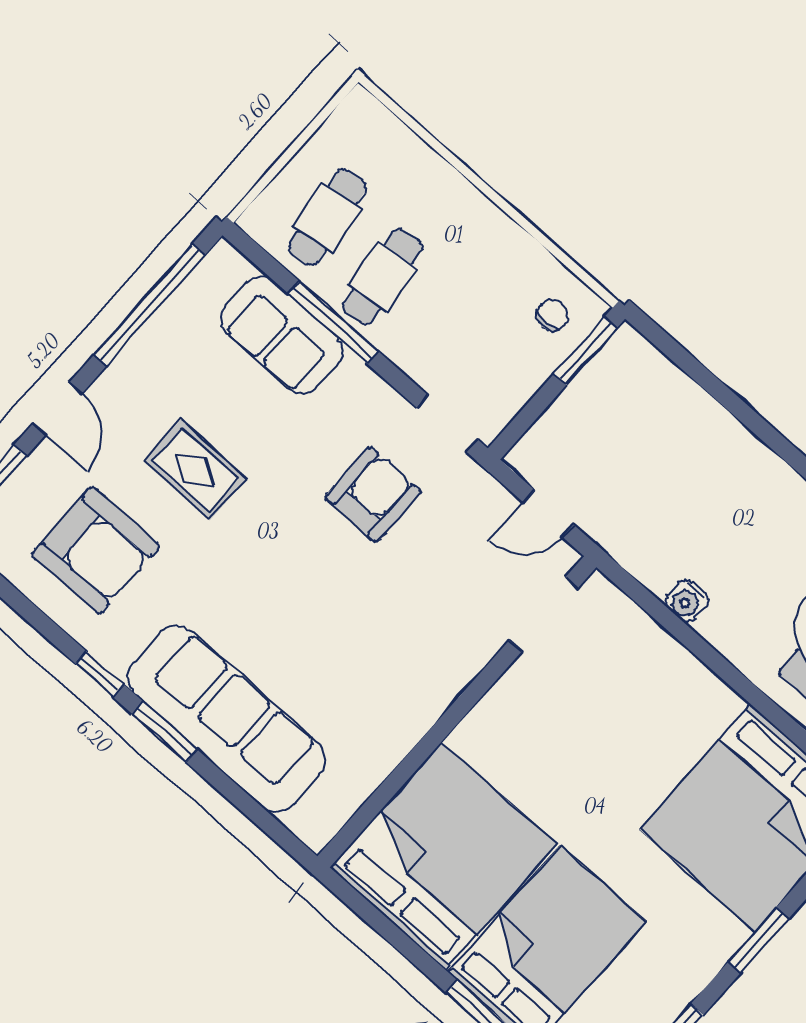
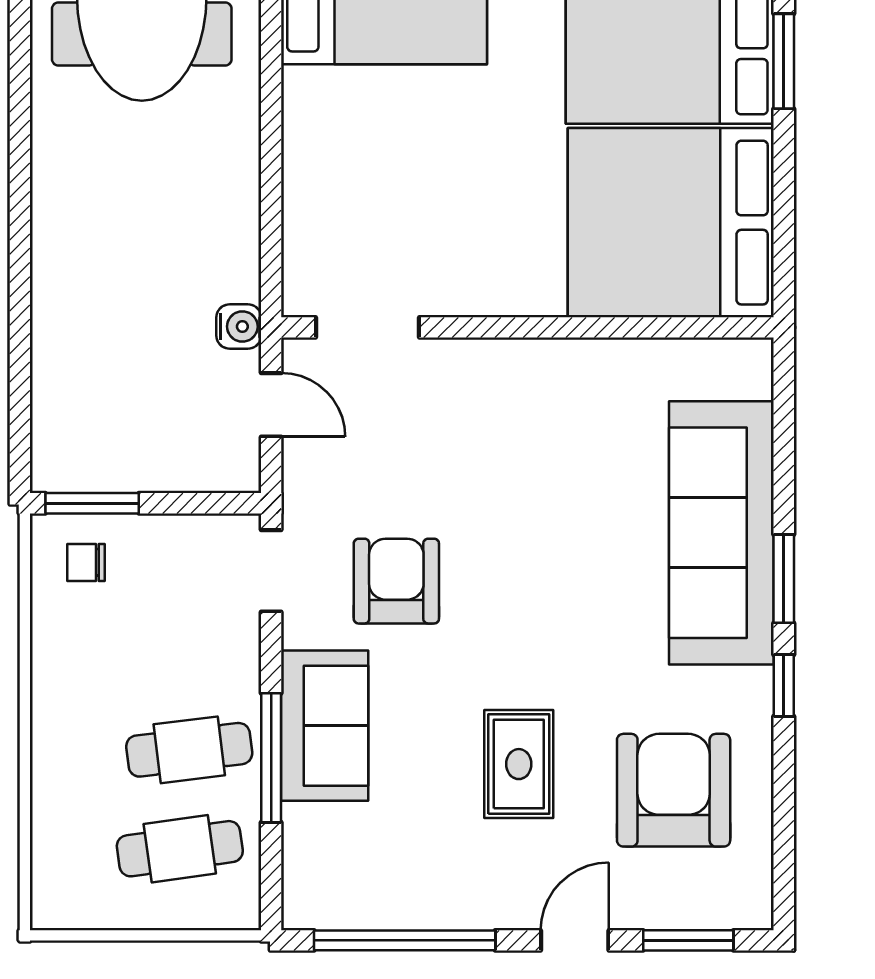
sofa: (282, 335) -> (325, 726), moved
armchair: (373, 494) -> (396, 581), turned 90
water cooler: (687, 601) -> (239, 326), moved

